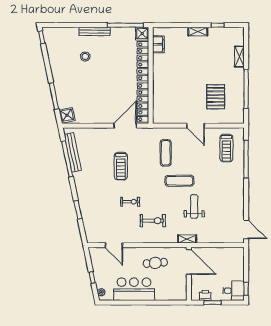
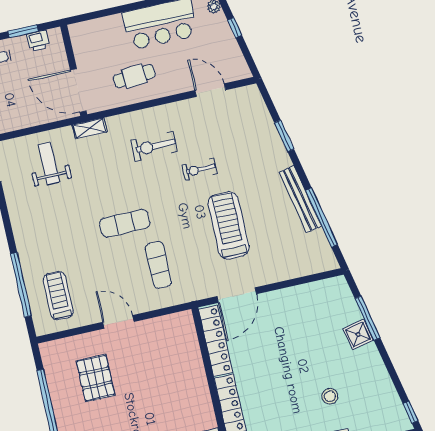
shower: (67, 115) -> (358, 334), moved
bench: (73, 152) -> (300, 199), moved
treadmill: (121, 166) -> (229, 225), width x1.37, depth x1.38
weight bench: (194, 207) -> (49, 163), moved, turned 180

